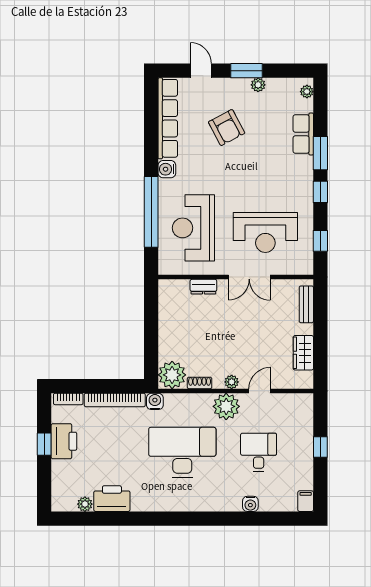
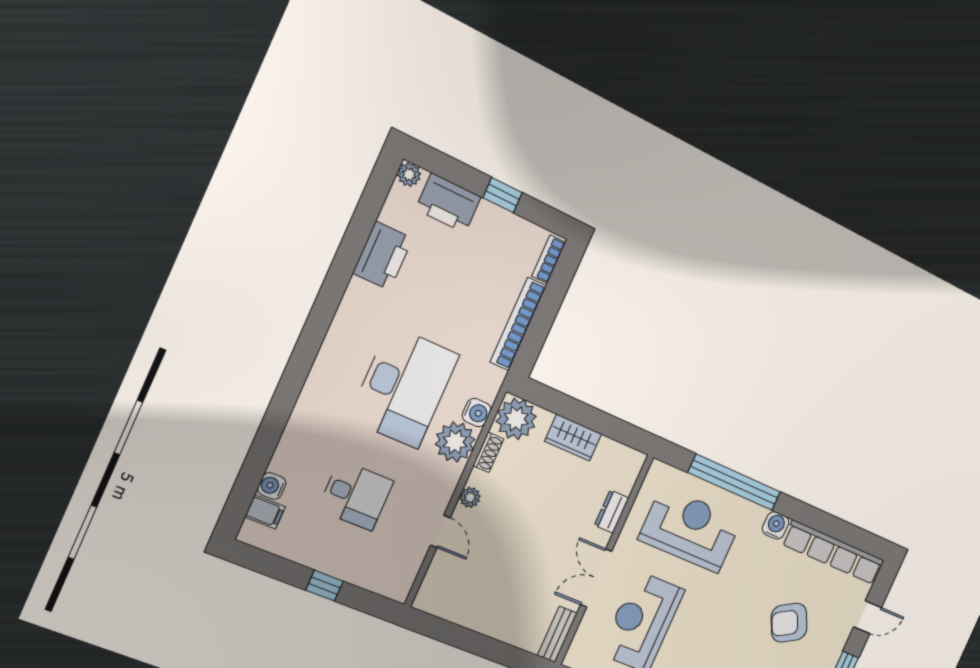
bench: (306, 304) -> (557, 634), moved, turned 90
wardrobe: (303, 353) -> (573, 438), moved, turned 180
water cooler: (155, 401) -> (476, 413), moved
plant: (226, 406) -> (455, 442), moved
printer: (64, 441) -> (448, 203), moved
filing cabinet: (306, 501) -> (265, 512), moved
plant: (85, 504) -> (409, 174), moved
water cooler: (250, 504) -> (272, 486), moved

